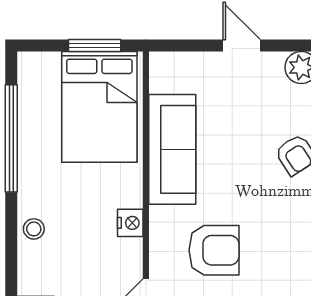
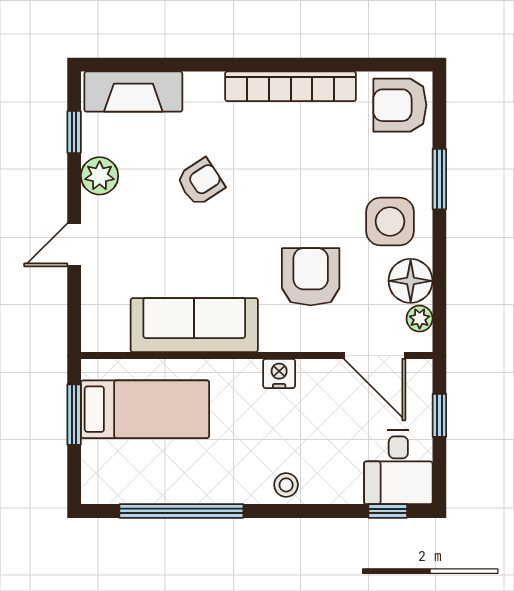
bed: (99, 107) -> (145, 409), width x0.67

